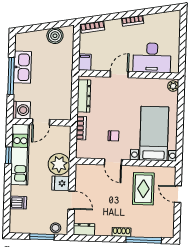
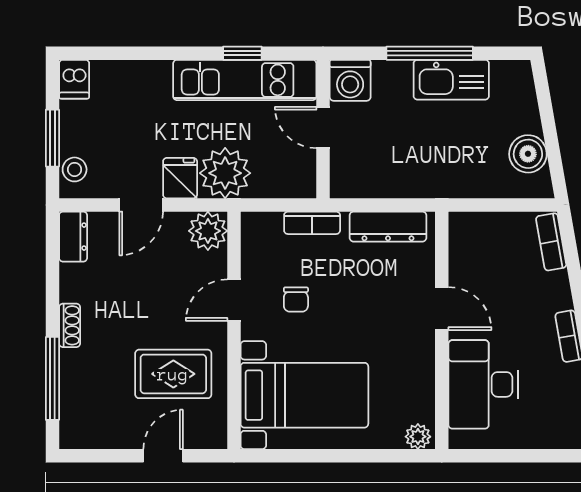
filing cabinet: (85, 62) -> (468, 226), removed
plant: (83, 172) -> (208, 231), added
dishwasher: (18, 203) -> (74, 79), moved

